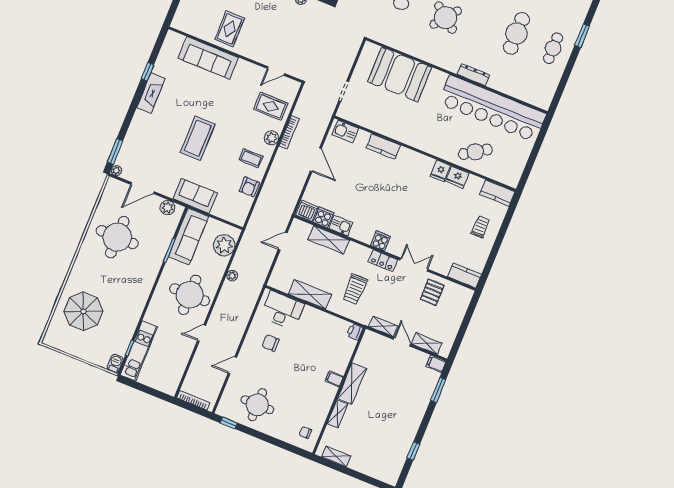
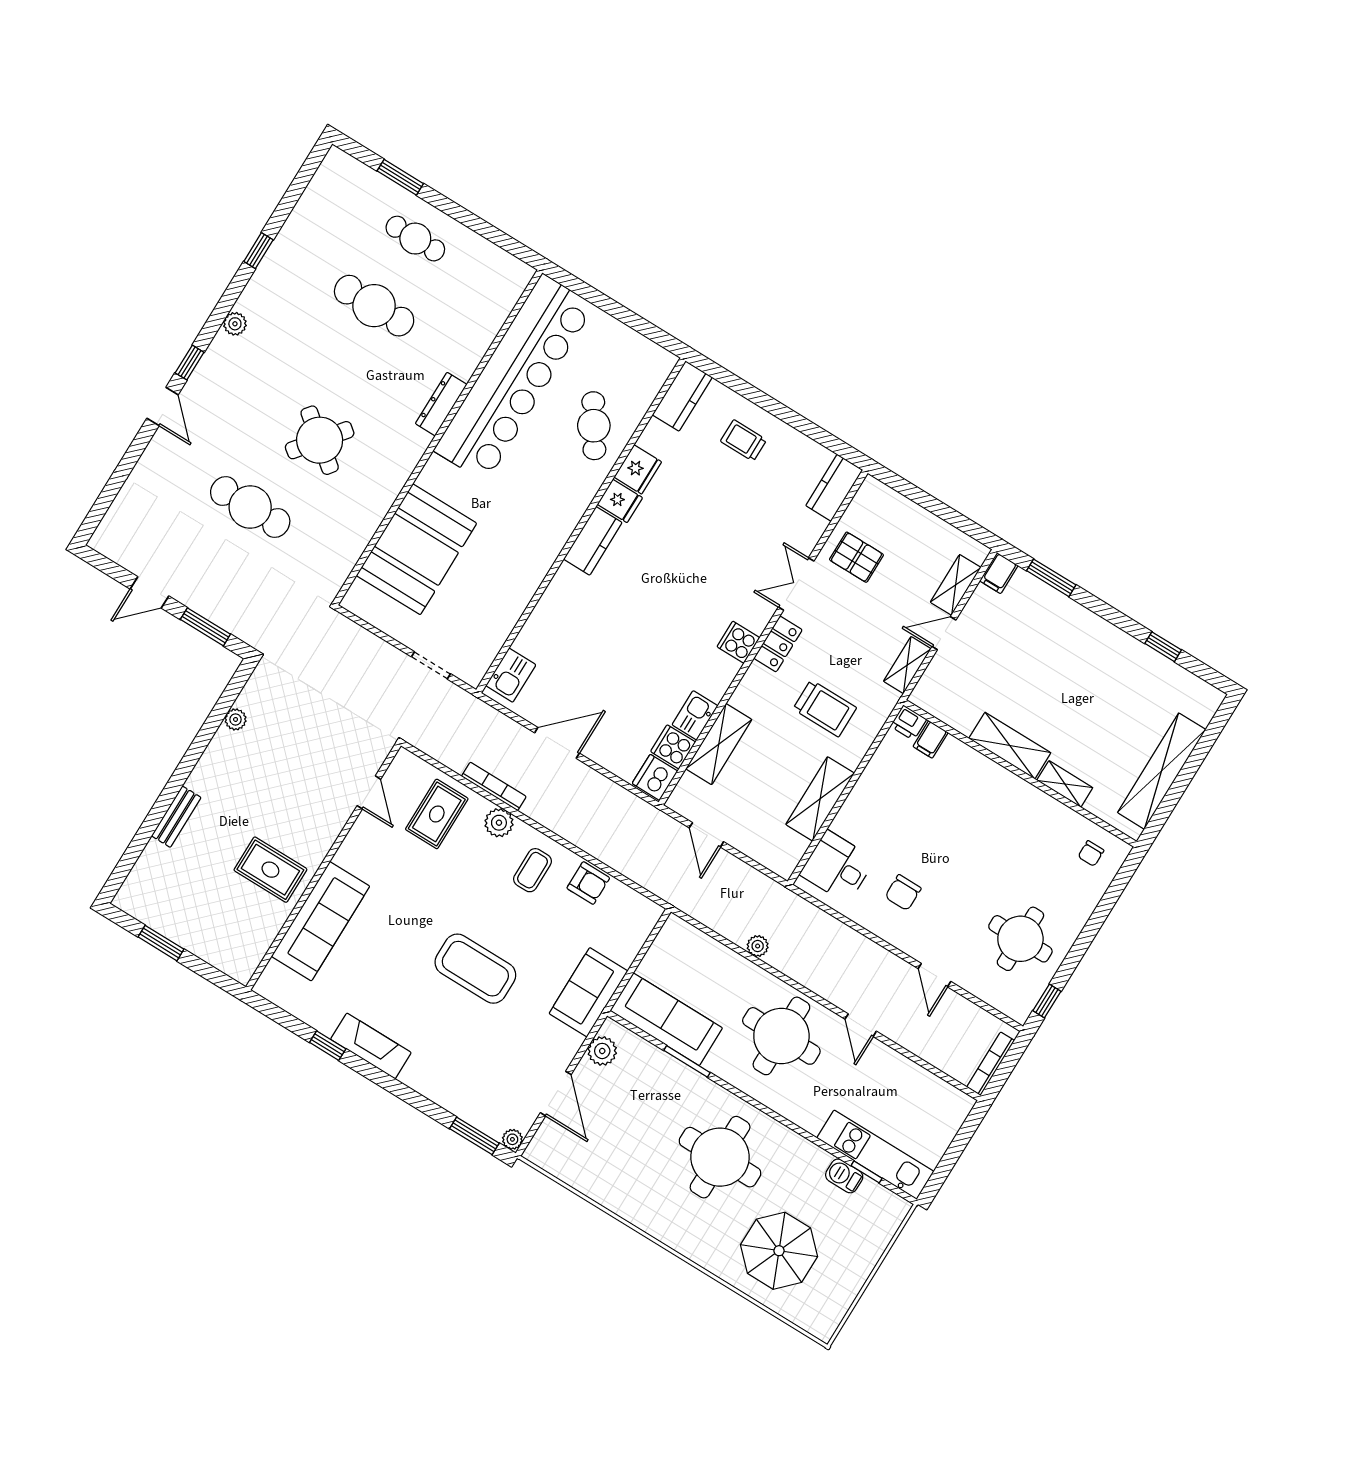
kitchen counter: (383, 146) -> (593, 541), moved
round table: (117, 237) -> (720, 1157), moved
plant: (224, 245) -> (695, 952), removed
desk: (282, 310) -> (837, 867), width x0.73
barbecue: (115, 364) -> (844, 1176), moved
filing cabinet: (334, 379) -> (931, 739), moved
shelving: (336, 456) -> (1162, 771), width x2.20, depth x1.33

